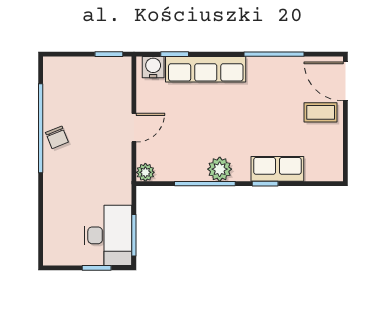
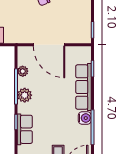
water cooler: (153, 67) -> (85, 118), moved
door: (134, 128) -> (49, 45), width x1.87
plant: (145, 172) -> (23, 71), moved

